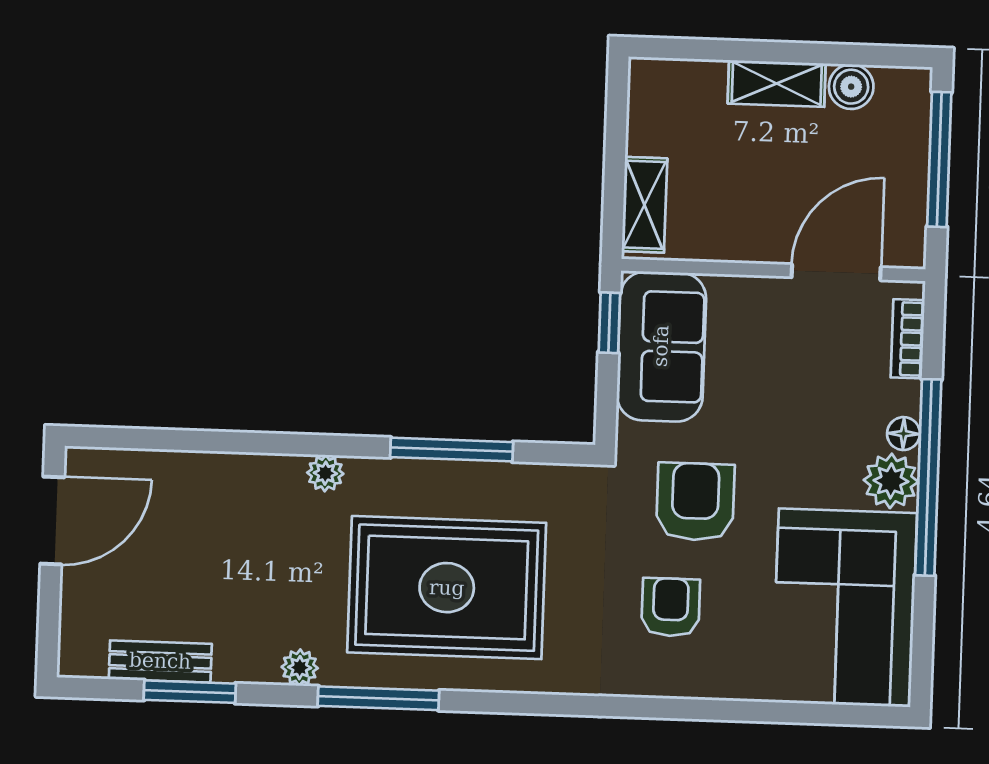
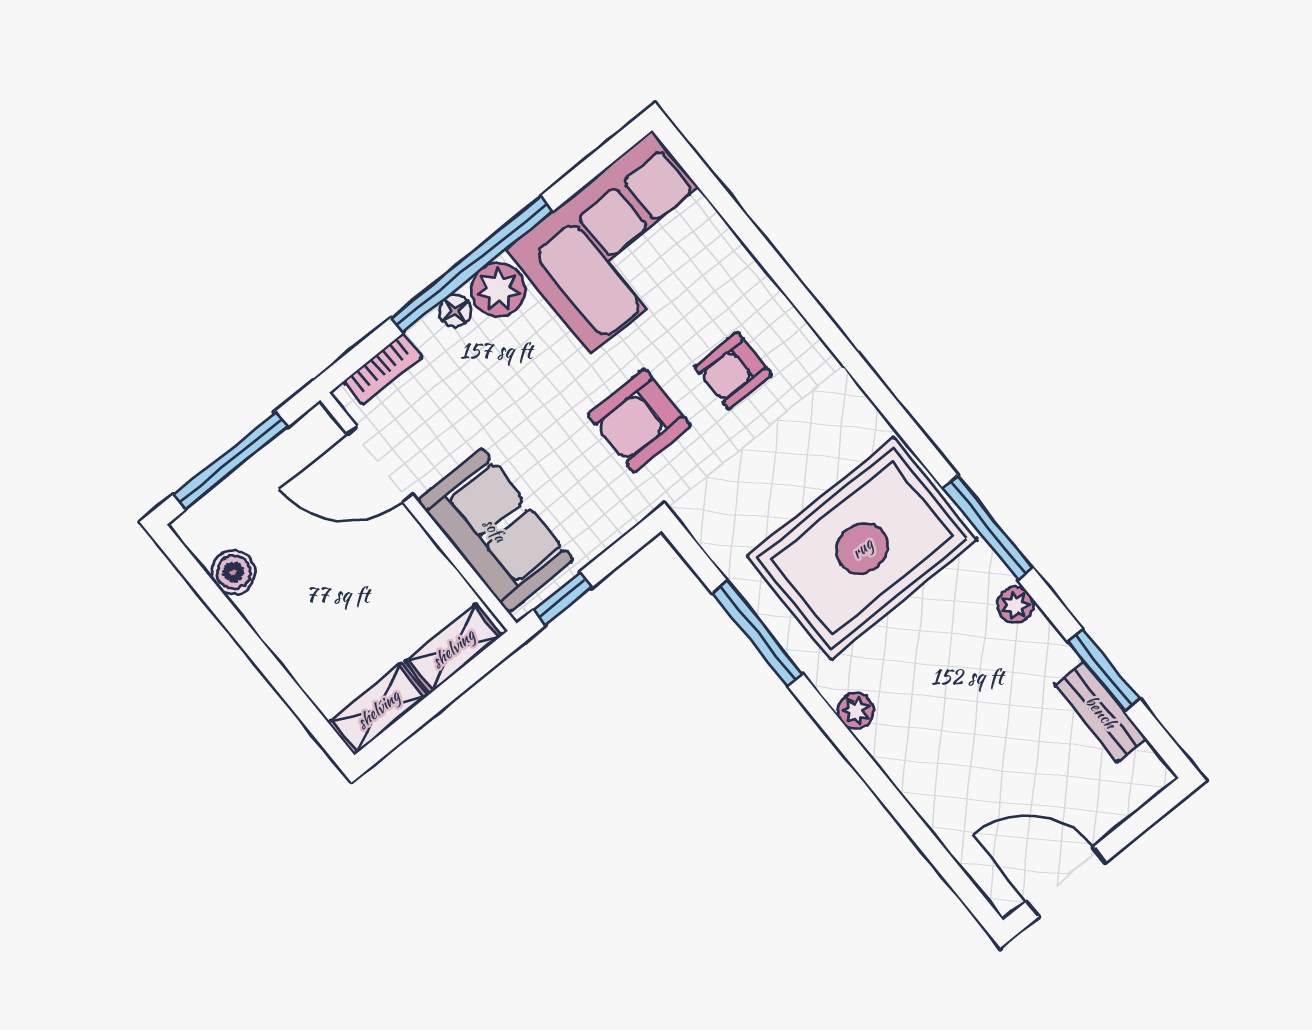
shelving: (777, 83) -> (378, 709), moved, turned 90
sofa: (661, 346) -> (495, 530), moved, turned 90
rug: (447, 588) -> (862, 548), turned 90

